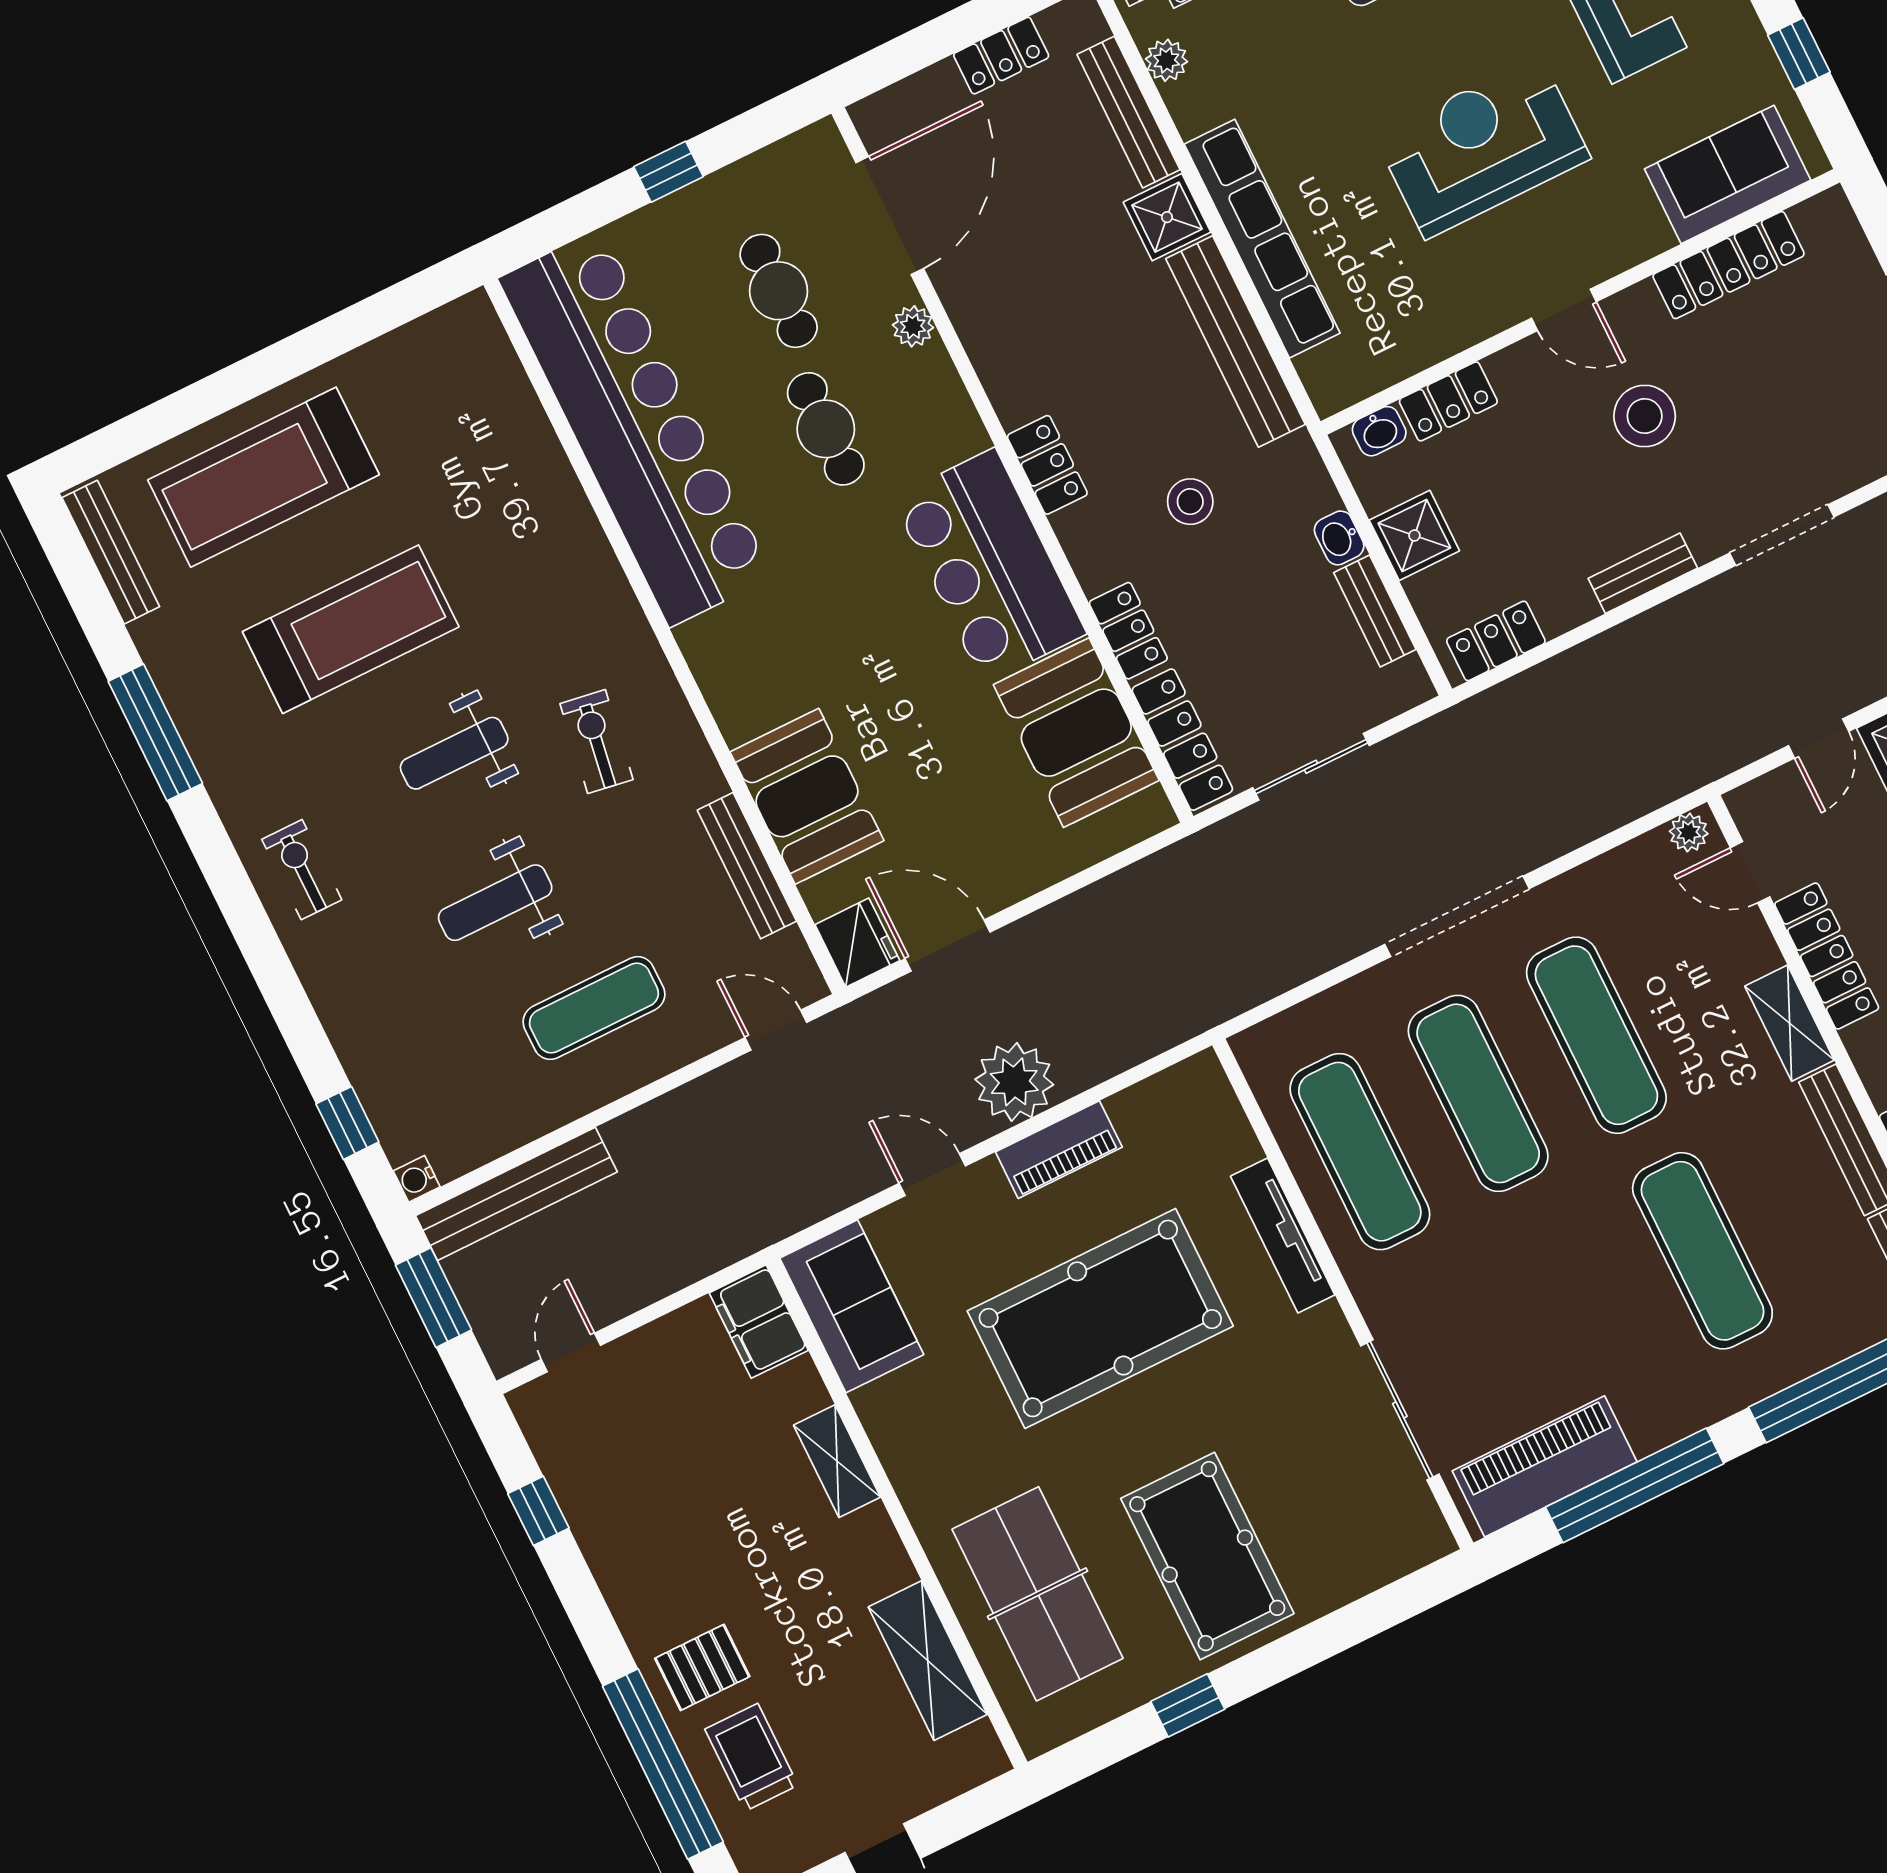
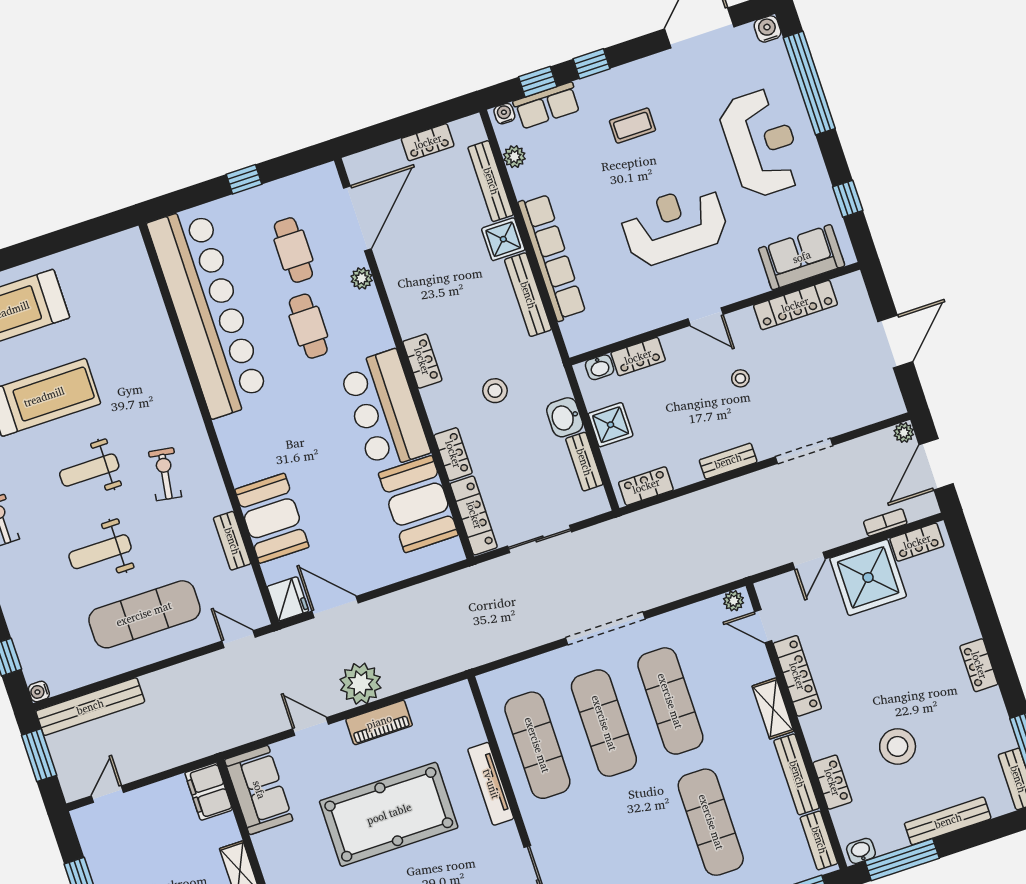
bench: (1236, 342) -> (528, 295), width x0.73, depth x0.82
stool: (1645, 416) -> (740, 378), width x0.53, depth x0.53
washbasin: (1339, 538) -> (565, 417), width x1.38, depth x1.45
bench: (747, 866) -> (232, 541), width x0.73
exercise mat: (594, 1008) -> (144, 614), width x1.36, depth x1.45

